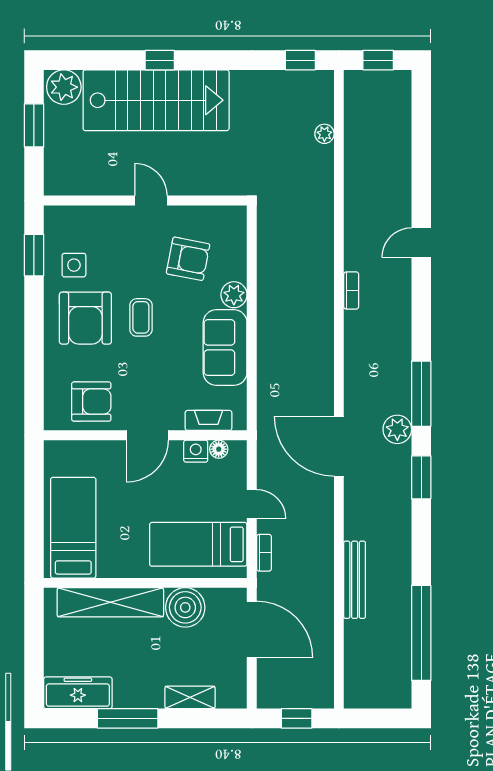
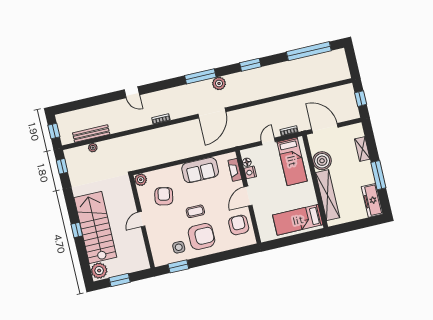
plant: (234, 295) -> (141, 180), moved
door: (147, 435) -> (248, 196), swing flipped
door: (339, 446) -> (212, 113), moved
window: (421, 477) -> (250, 65), moved
bench: (355, 580) -> (91, 134), moved
door: (252, 629) -> (325, 128), hinge flipped

